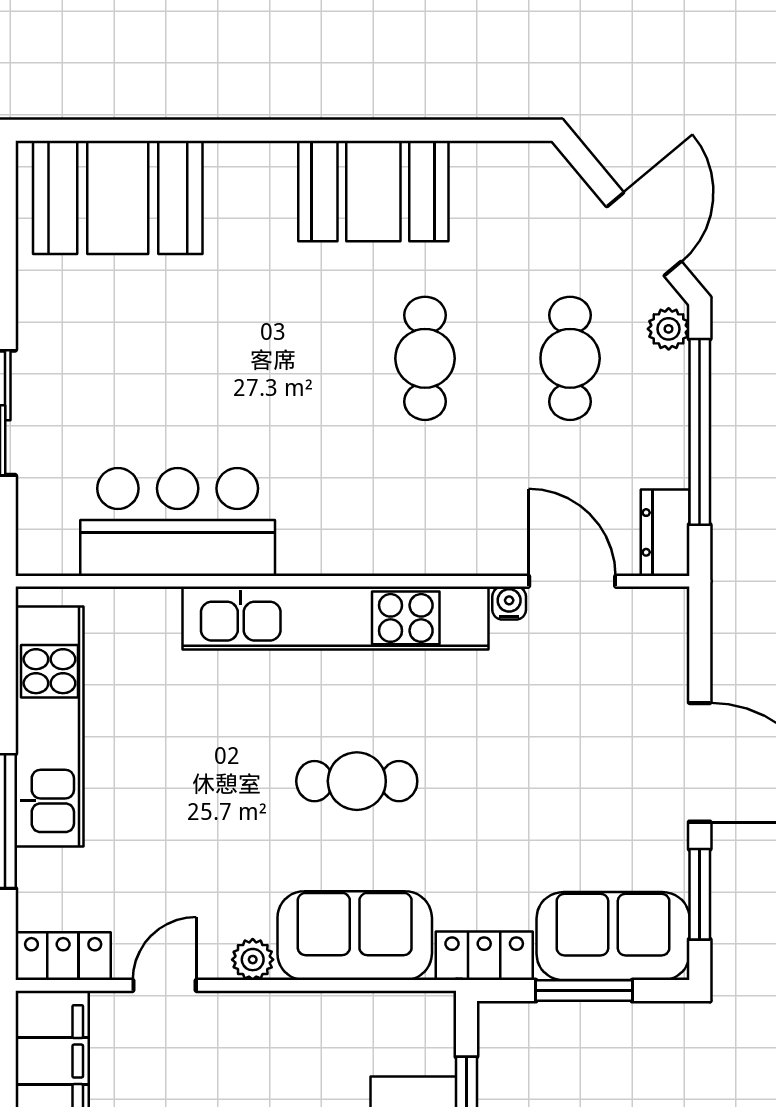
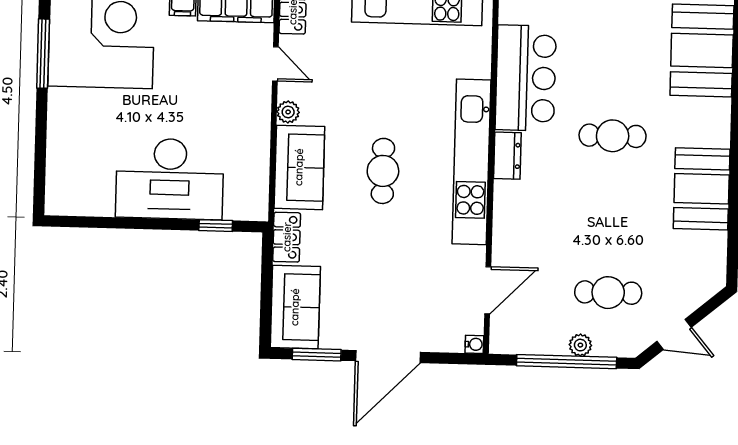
door: (644, 234) -> (674, 334), width x0.73
plant: (669, 329) -> (580, 345), moved
cafe table: (425, 358) -> (613, 136), moved
dresser: (665, 532) -> (507, 156), moved, turned 90
water cooler: (509, 603) -> (474, 344), moved
window: (584, 991) -> (266, 291), removed

